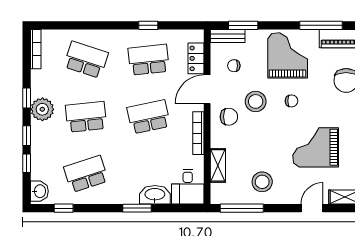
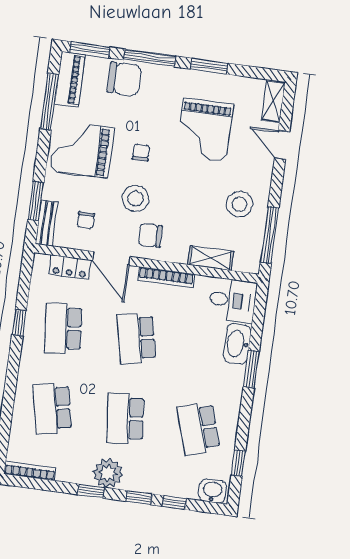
school desk: (86, 60) -> (52, 408), turned -30
chair: (229, 117) -> (150, 235), turned -91

